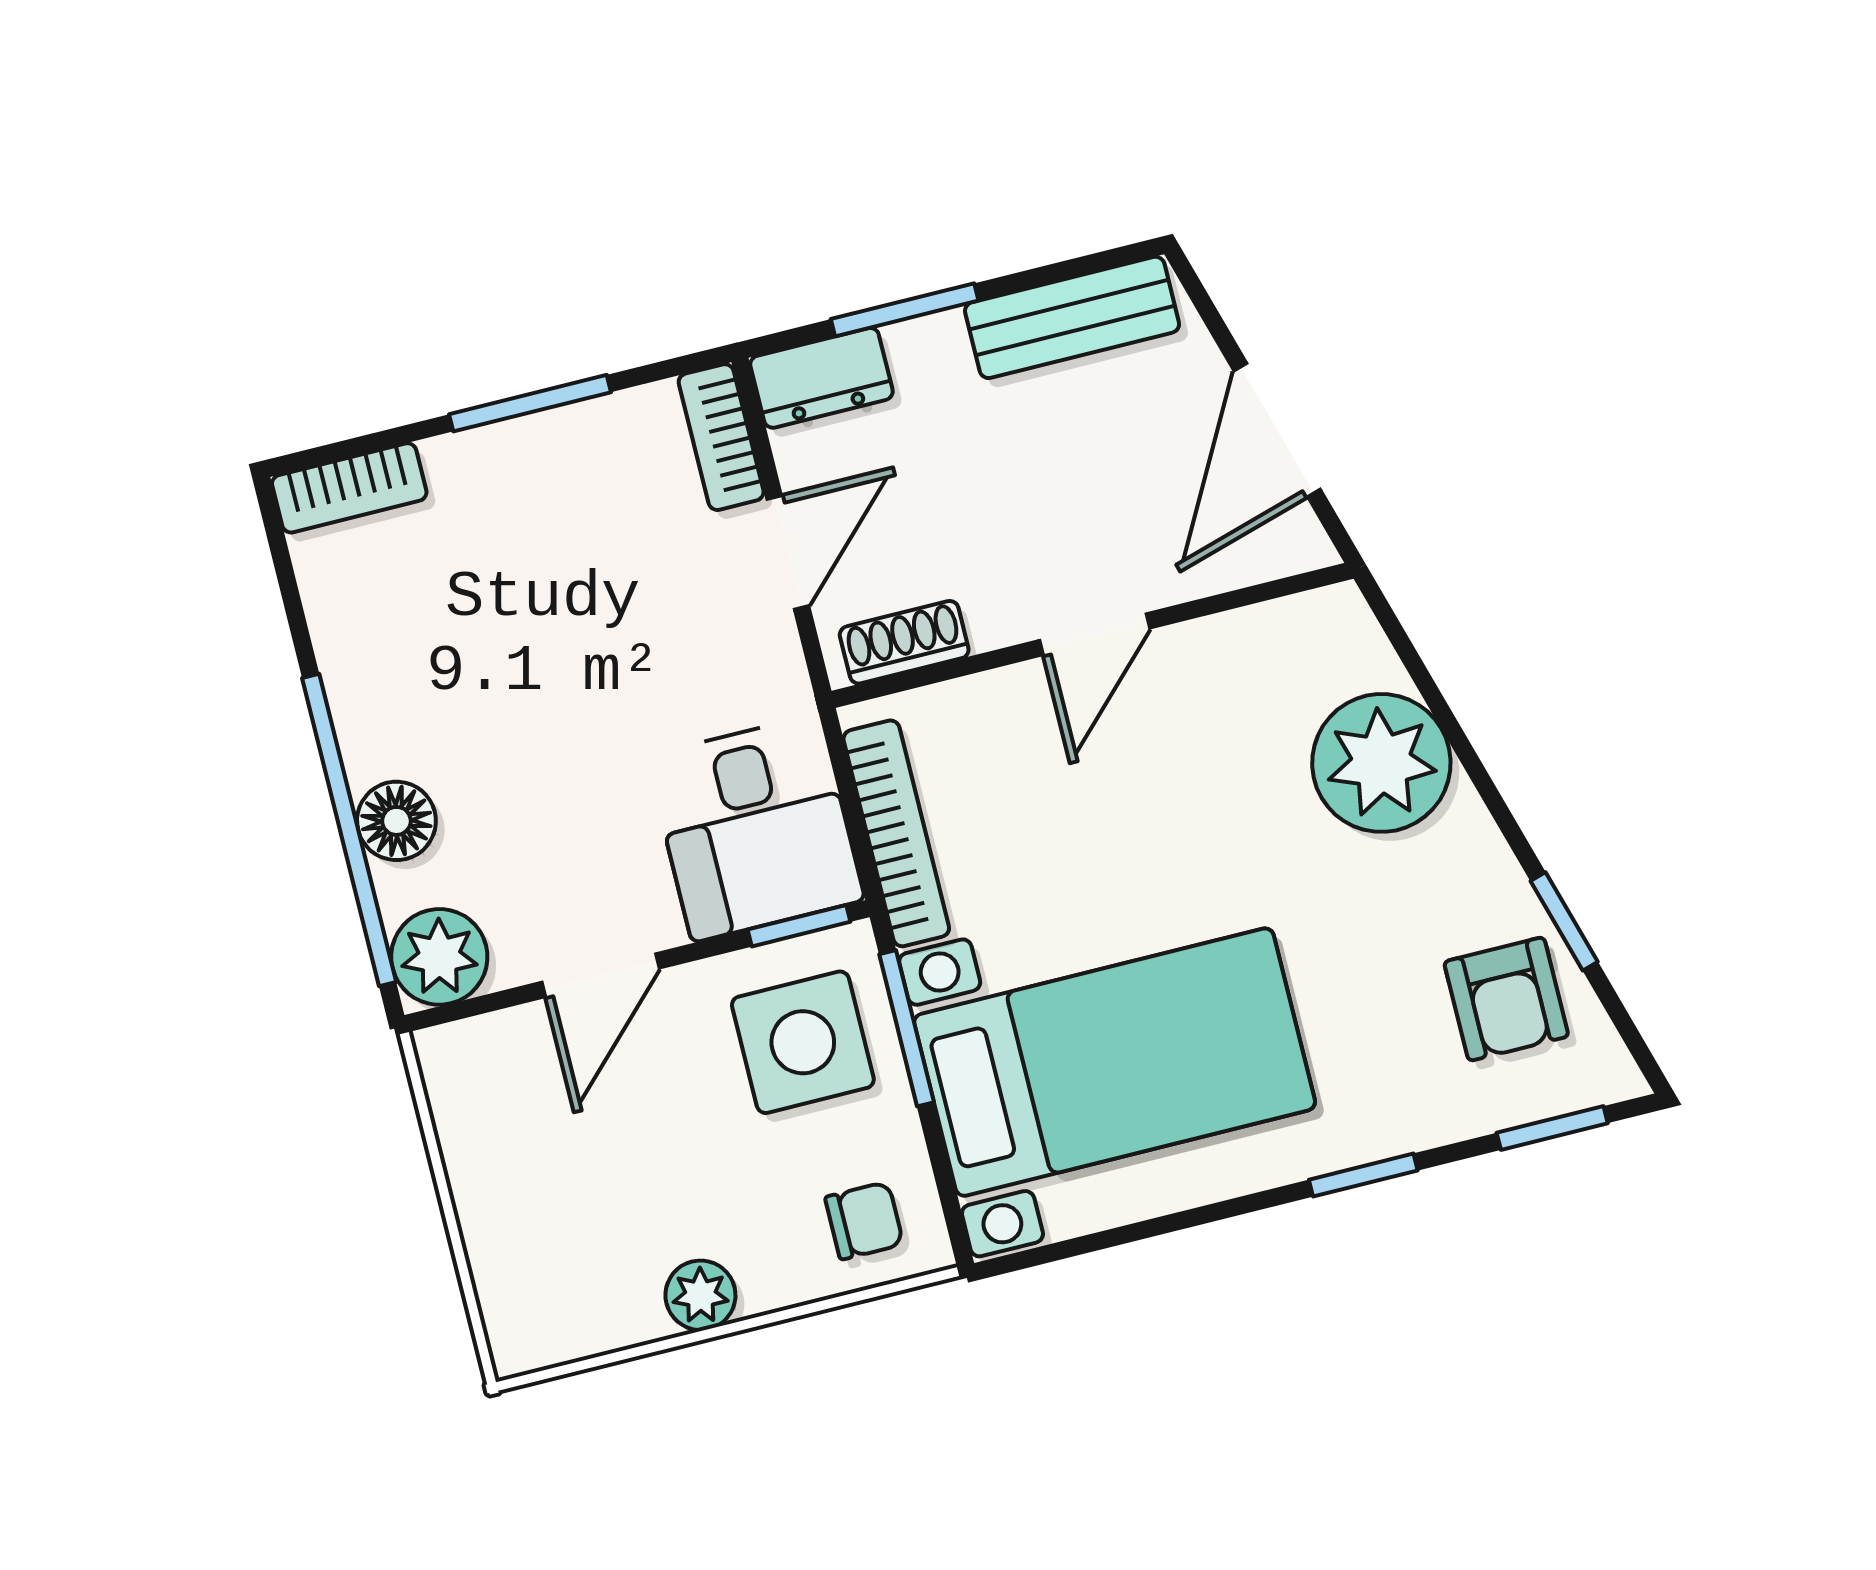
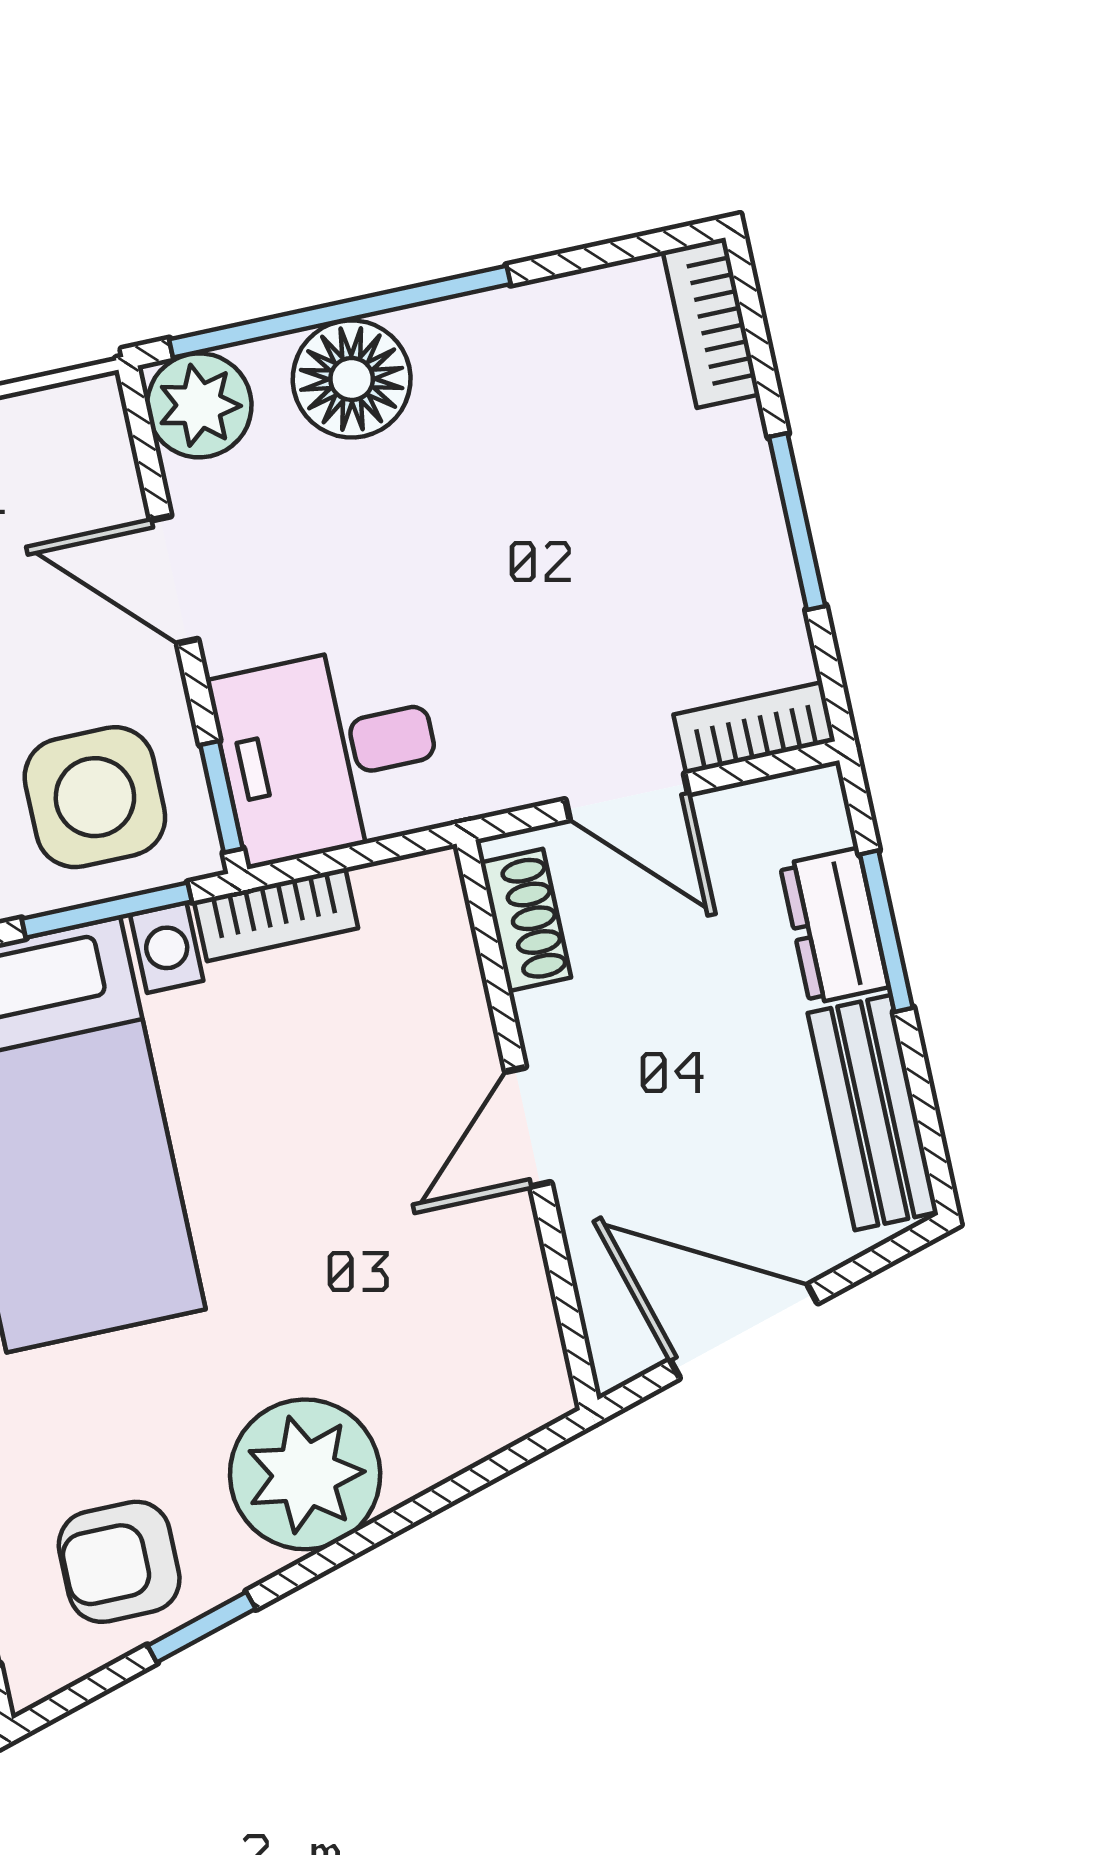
dresser: (821, 378) -> (834, 926), moved
door: (1095, 634) -> (528, 1127), hinge flipped
plant: (1381, 763) -> (305, 1474), moved
floor lamp: (396, 821) -> (352, 379), width x1.38, depth x1.38
bookcase: (896, 833) -> (276, 915), width x0.64

